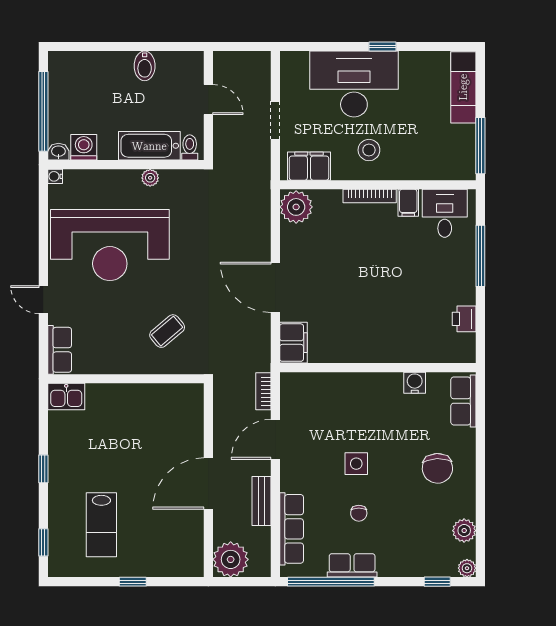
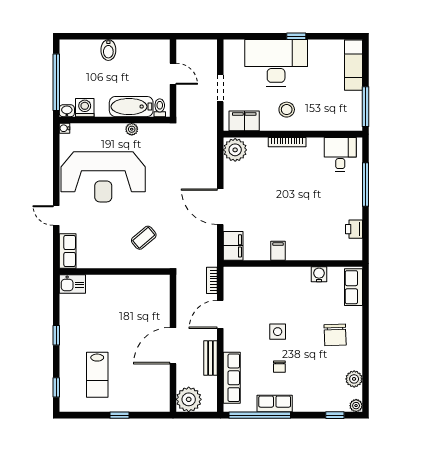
bidet: (145, 66) -> (108, 50), moved
filing cabinet: (408, 203) -> (278, 251), moved, turned 180

